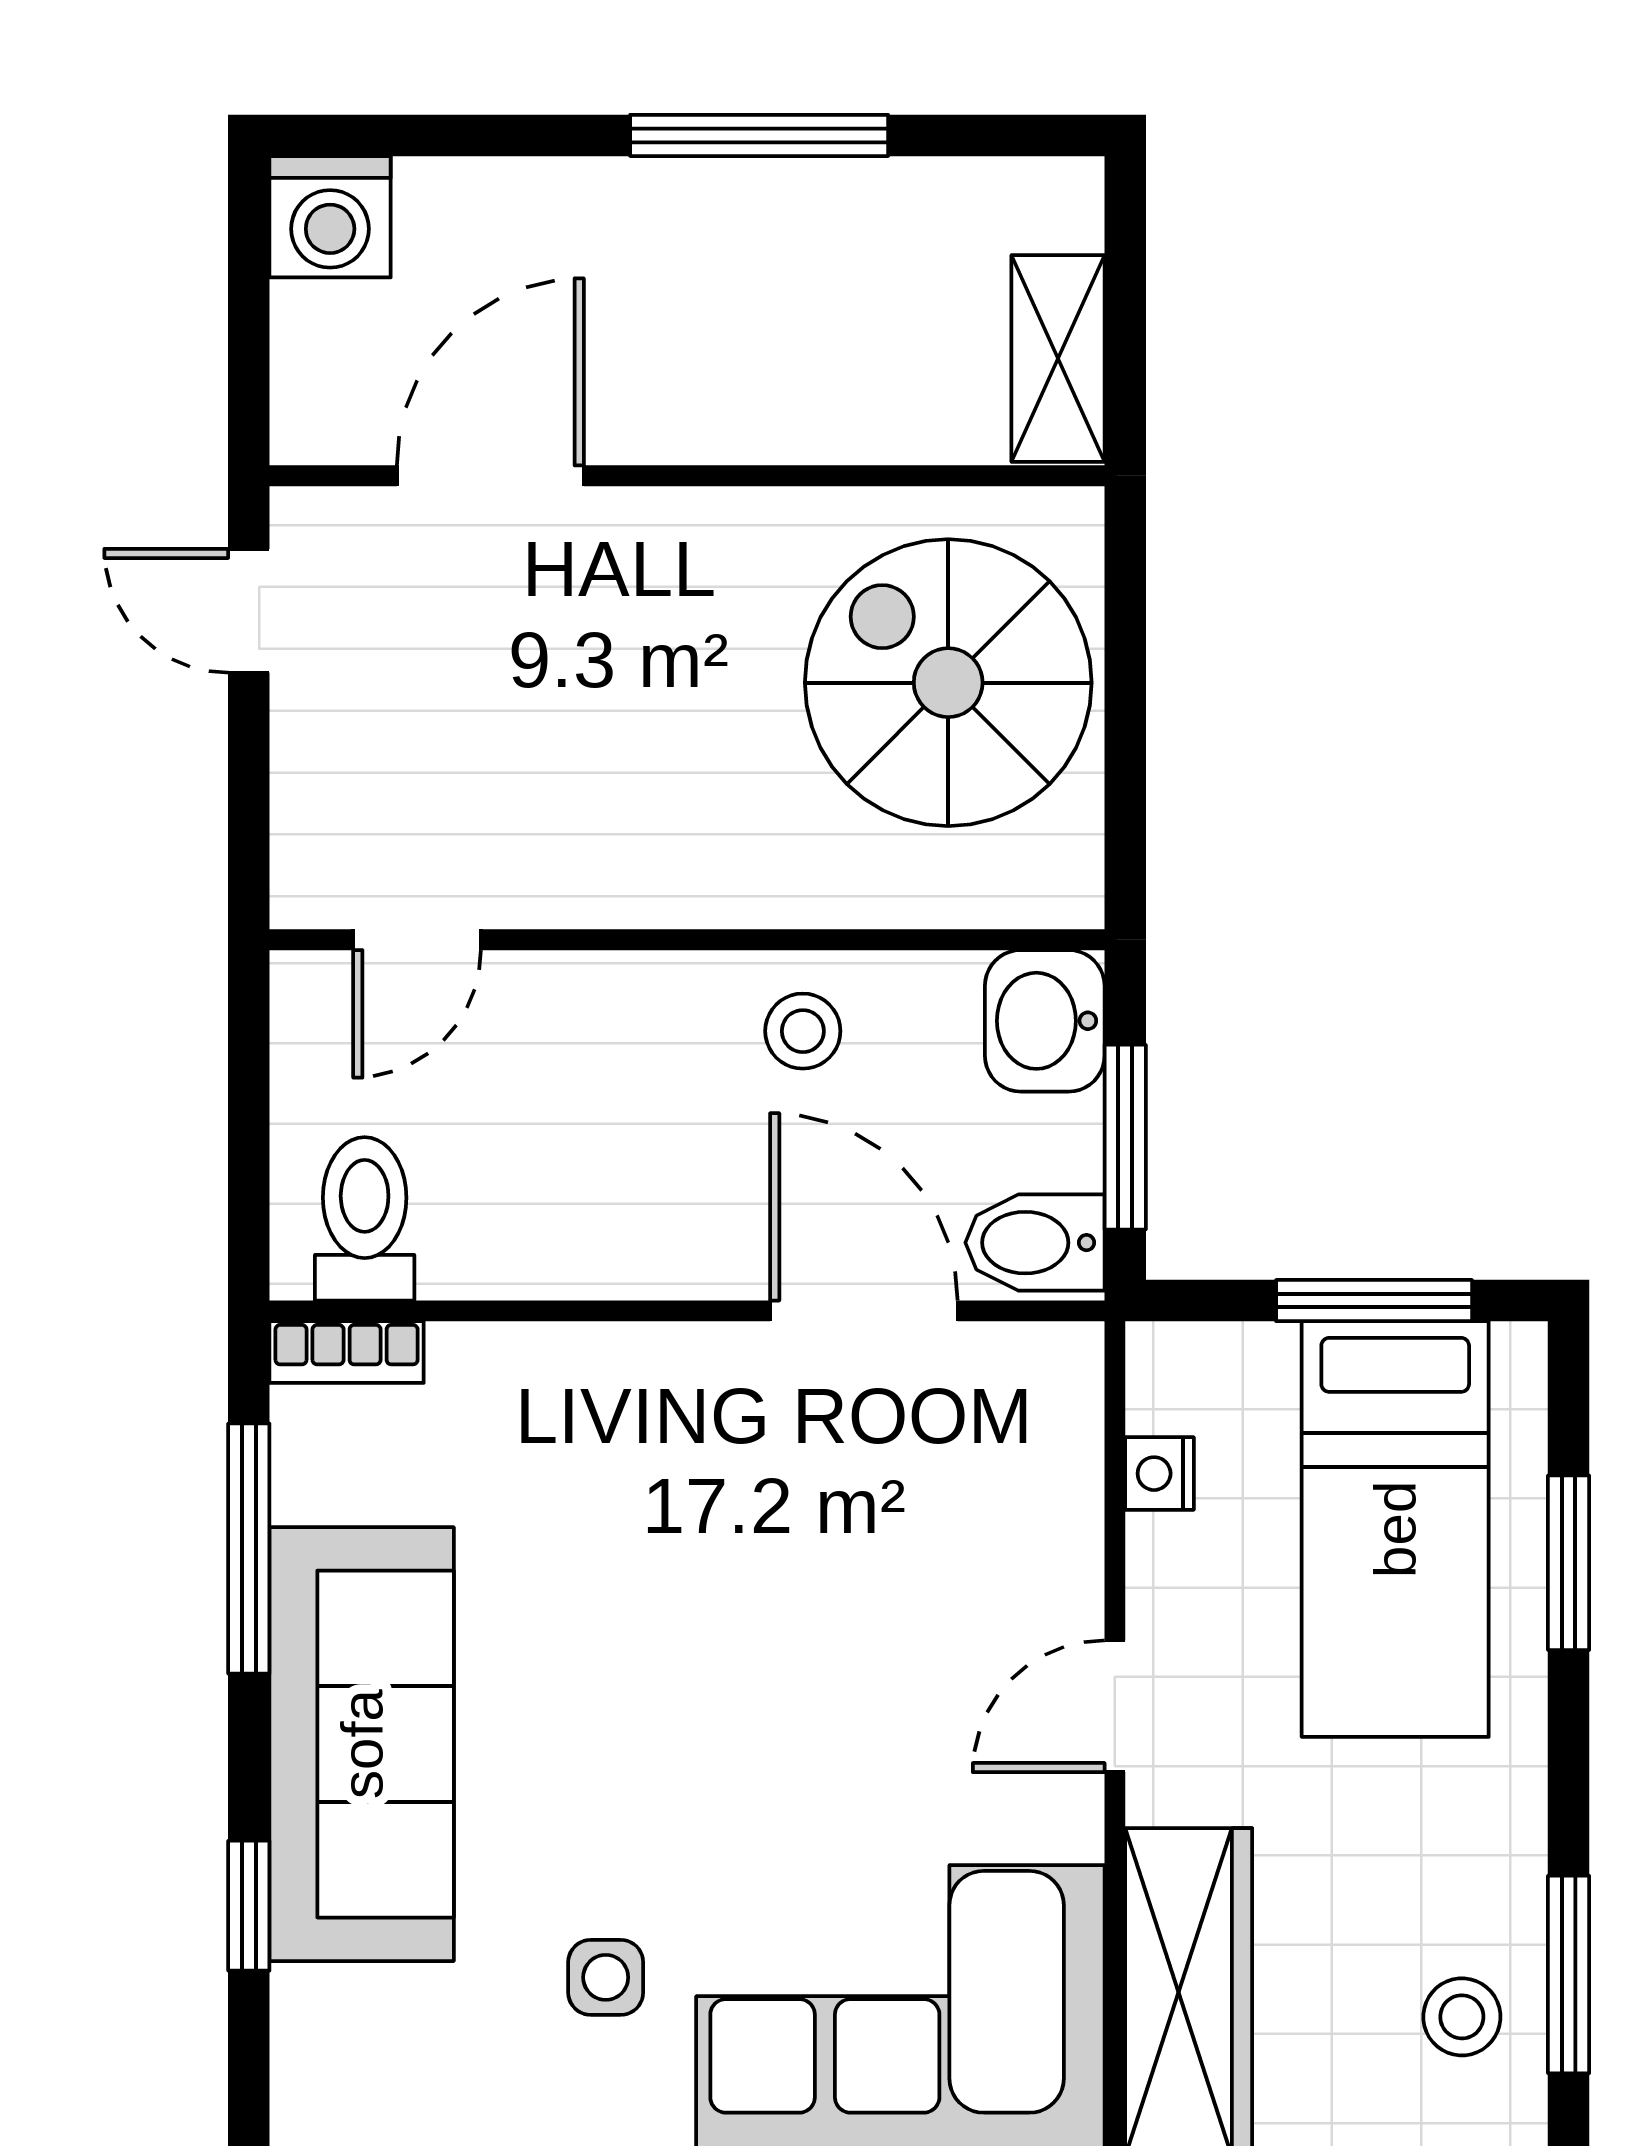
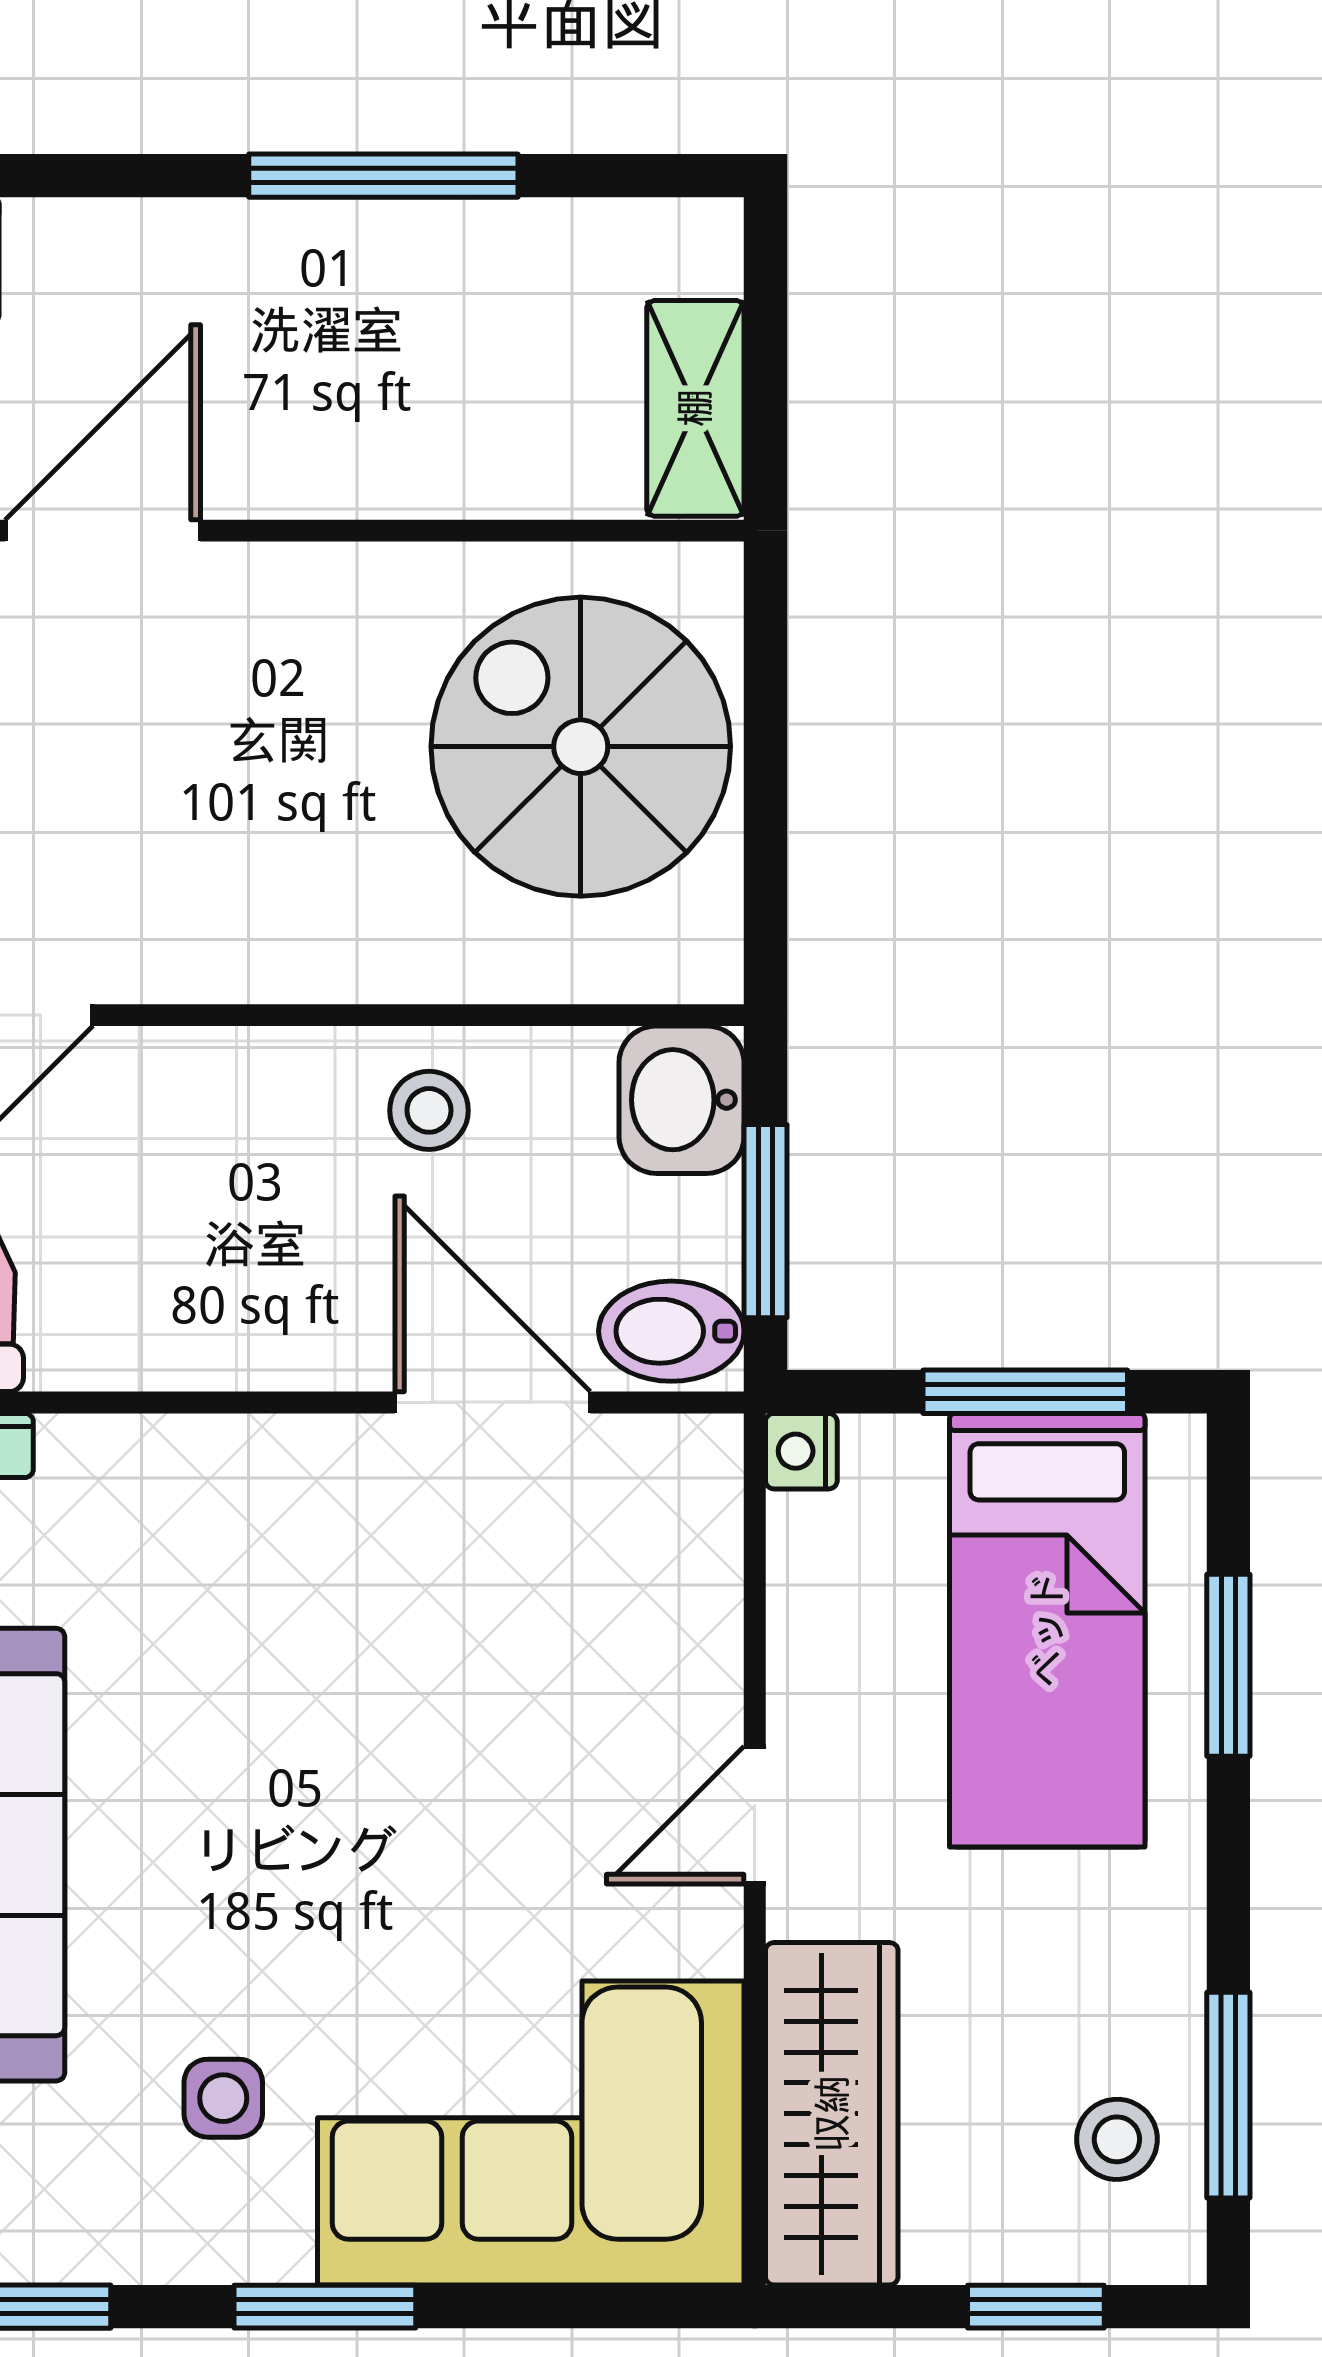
nightstand: (1160, 1474) -> (801, 1451), moved

